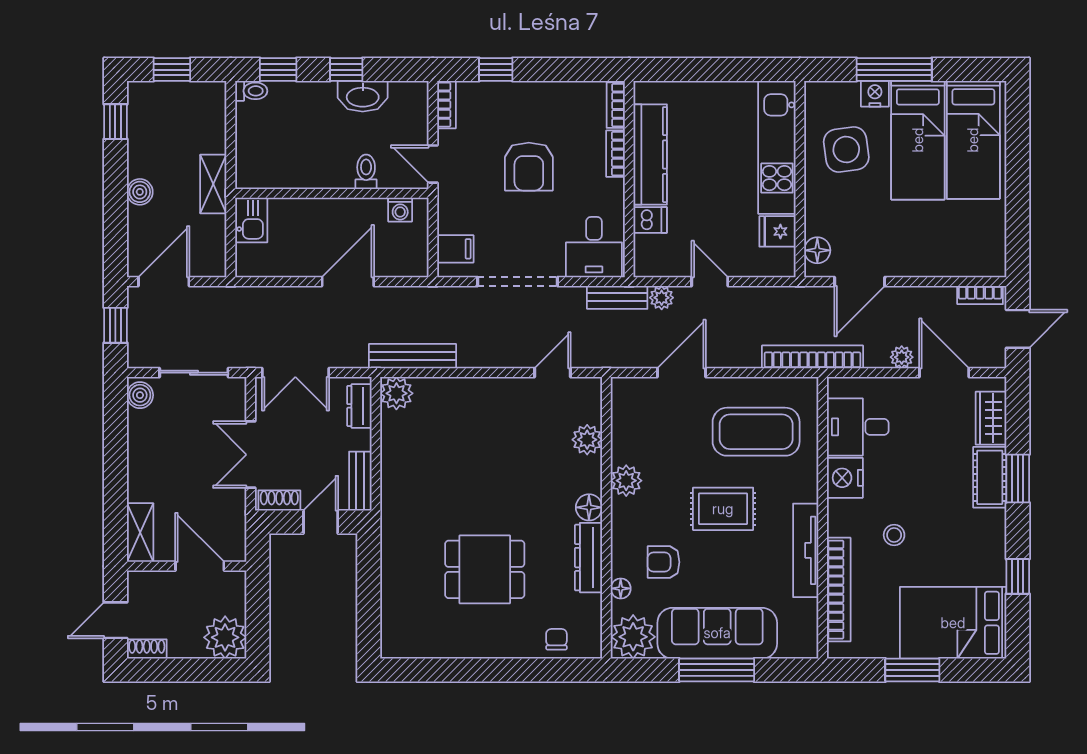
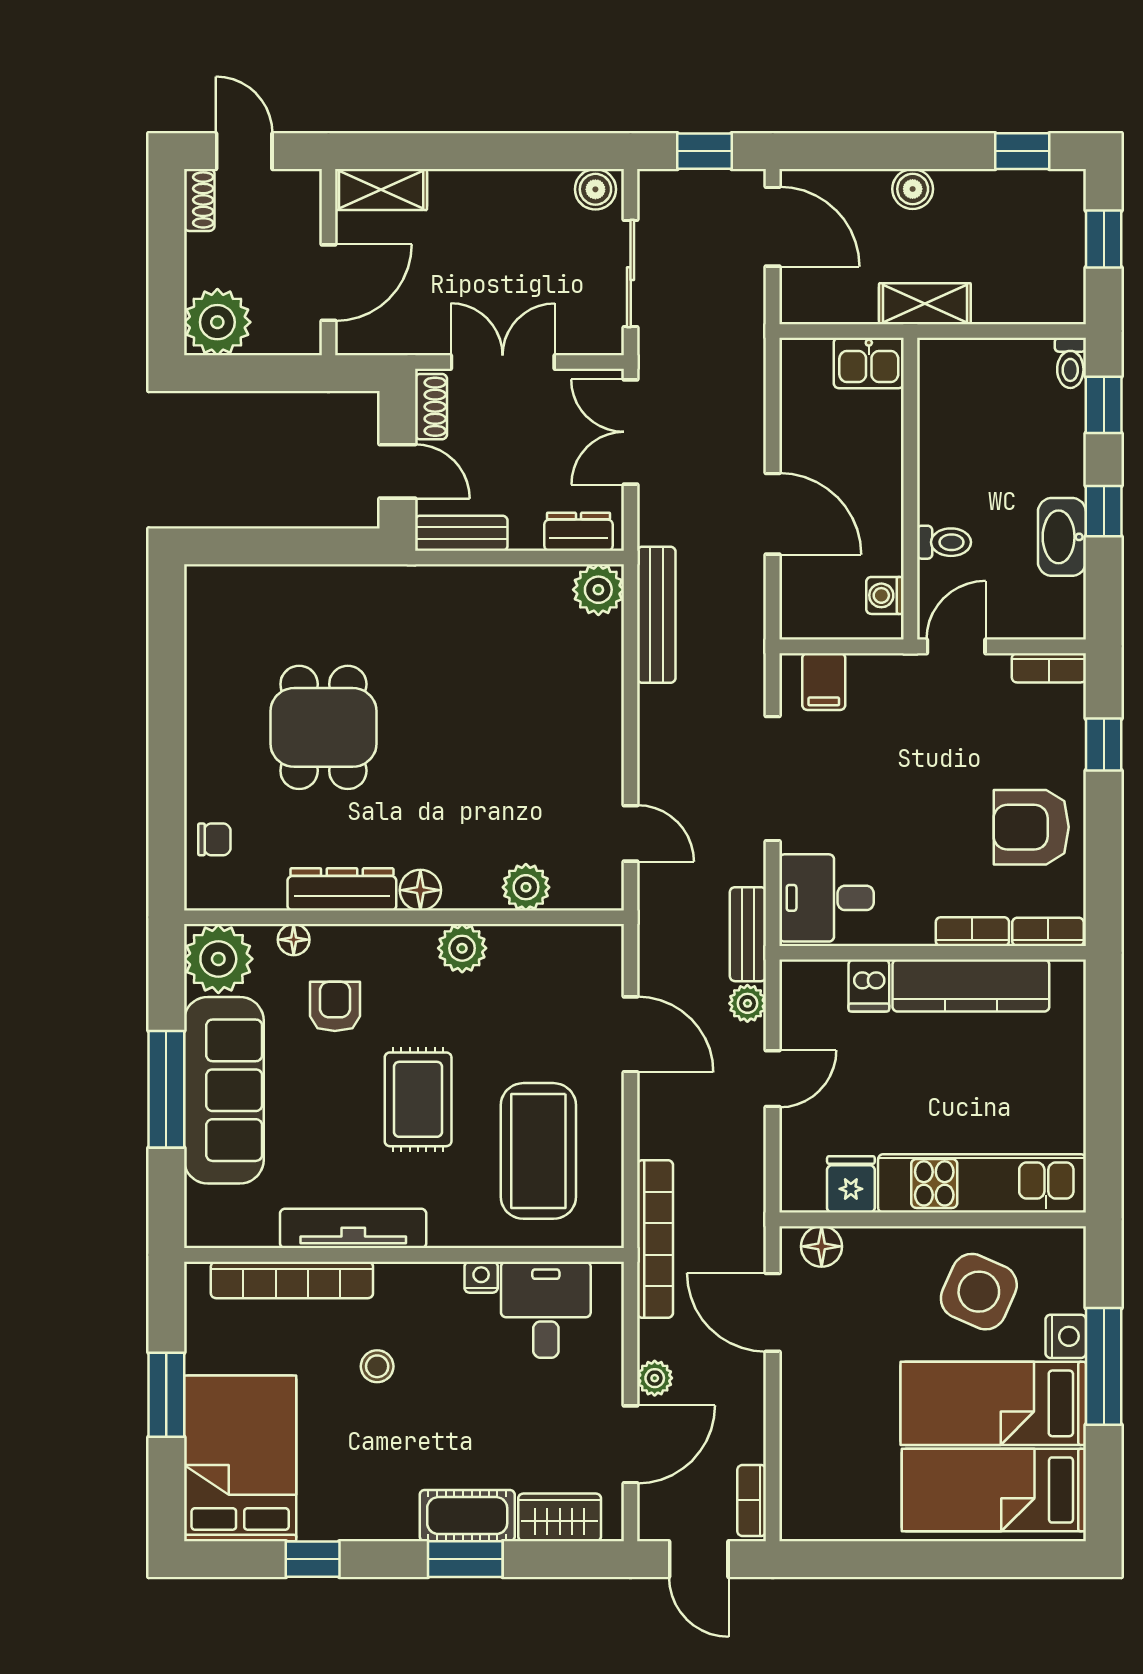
side table: (846, 149) -> (979, 1292), turned 32
armchair: (529, 167) -> (1031, 827), moved
nightstand: (845, 478) -> (481, 1277), width x0.53, depth x0.56

